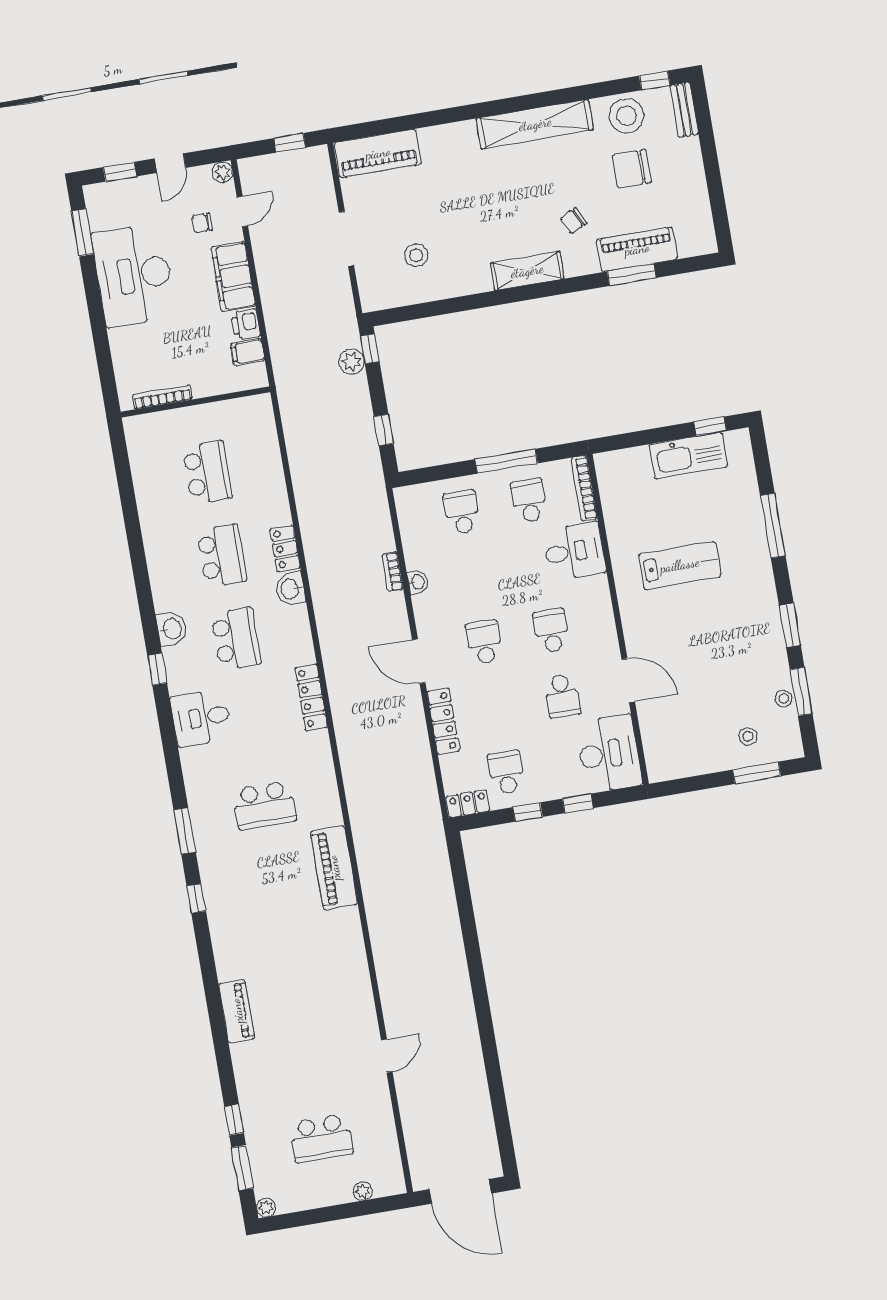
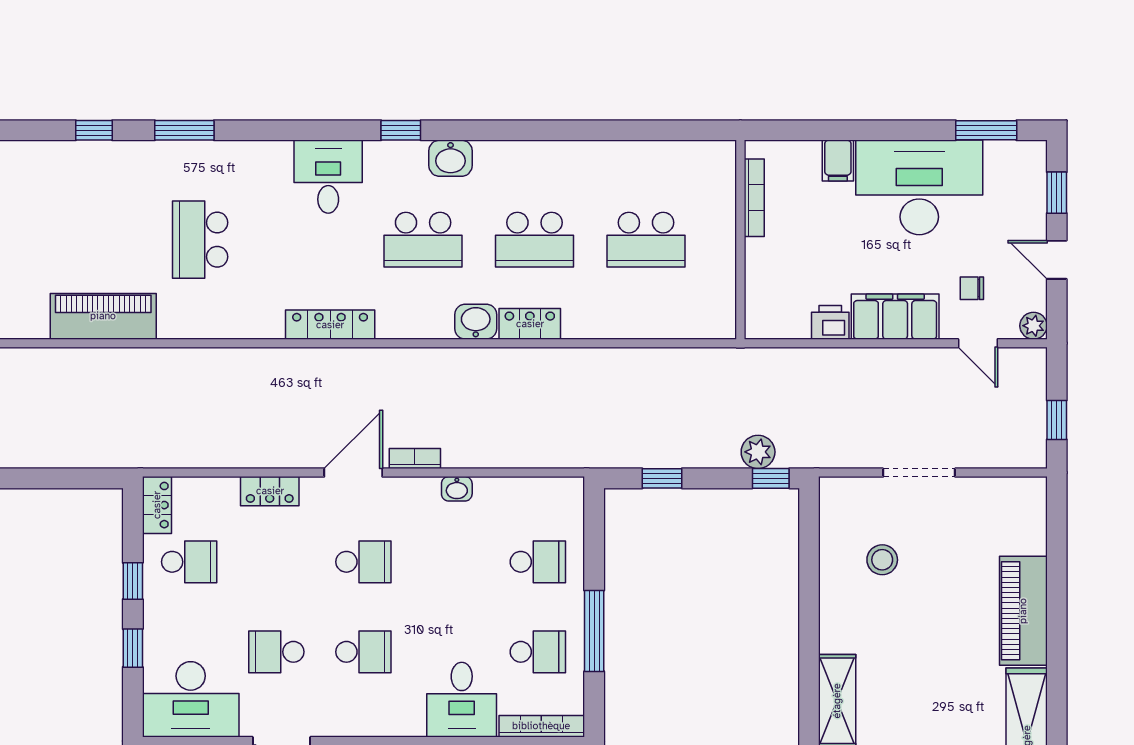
piano: (378, 153) -> (1023, 611), moved
chair: (202, 223) -> (972, 288), turned -90
filing cabinet: (248, 352) -> (838, 161), moved, turned 180
bookcase: (393, 572) -> (415, 459), moved
locker: (443, 721) -> (270, 491), width x0.66

